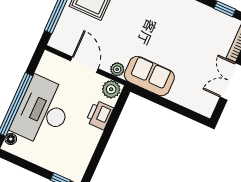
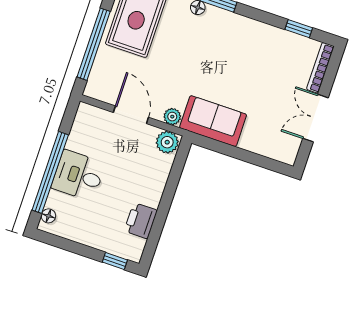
desk: (43, 111) -> (78, 176), width x0.53, depth x0.77
printer: (100, 115) -> (141, 221), moved

